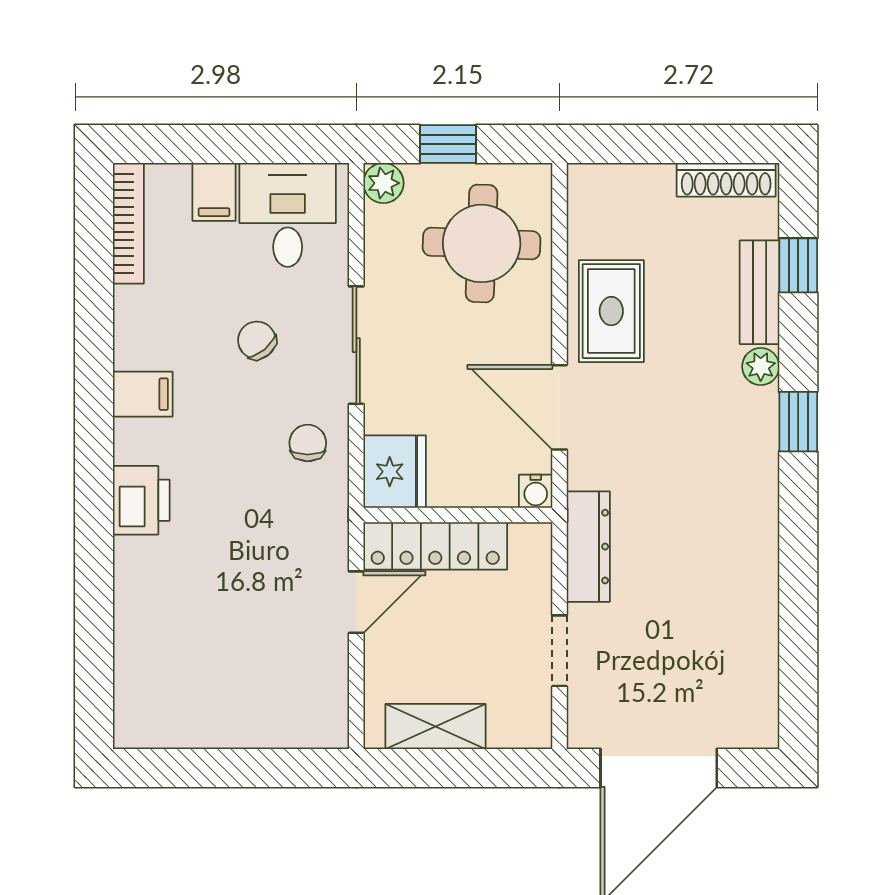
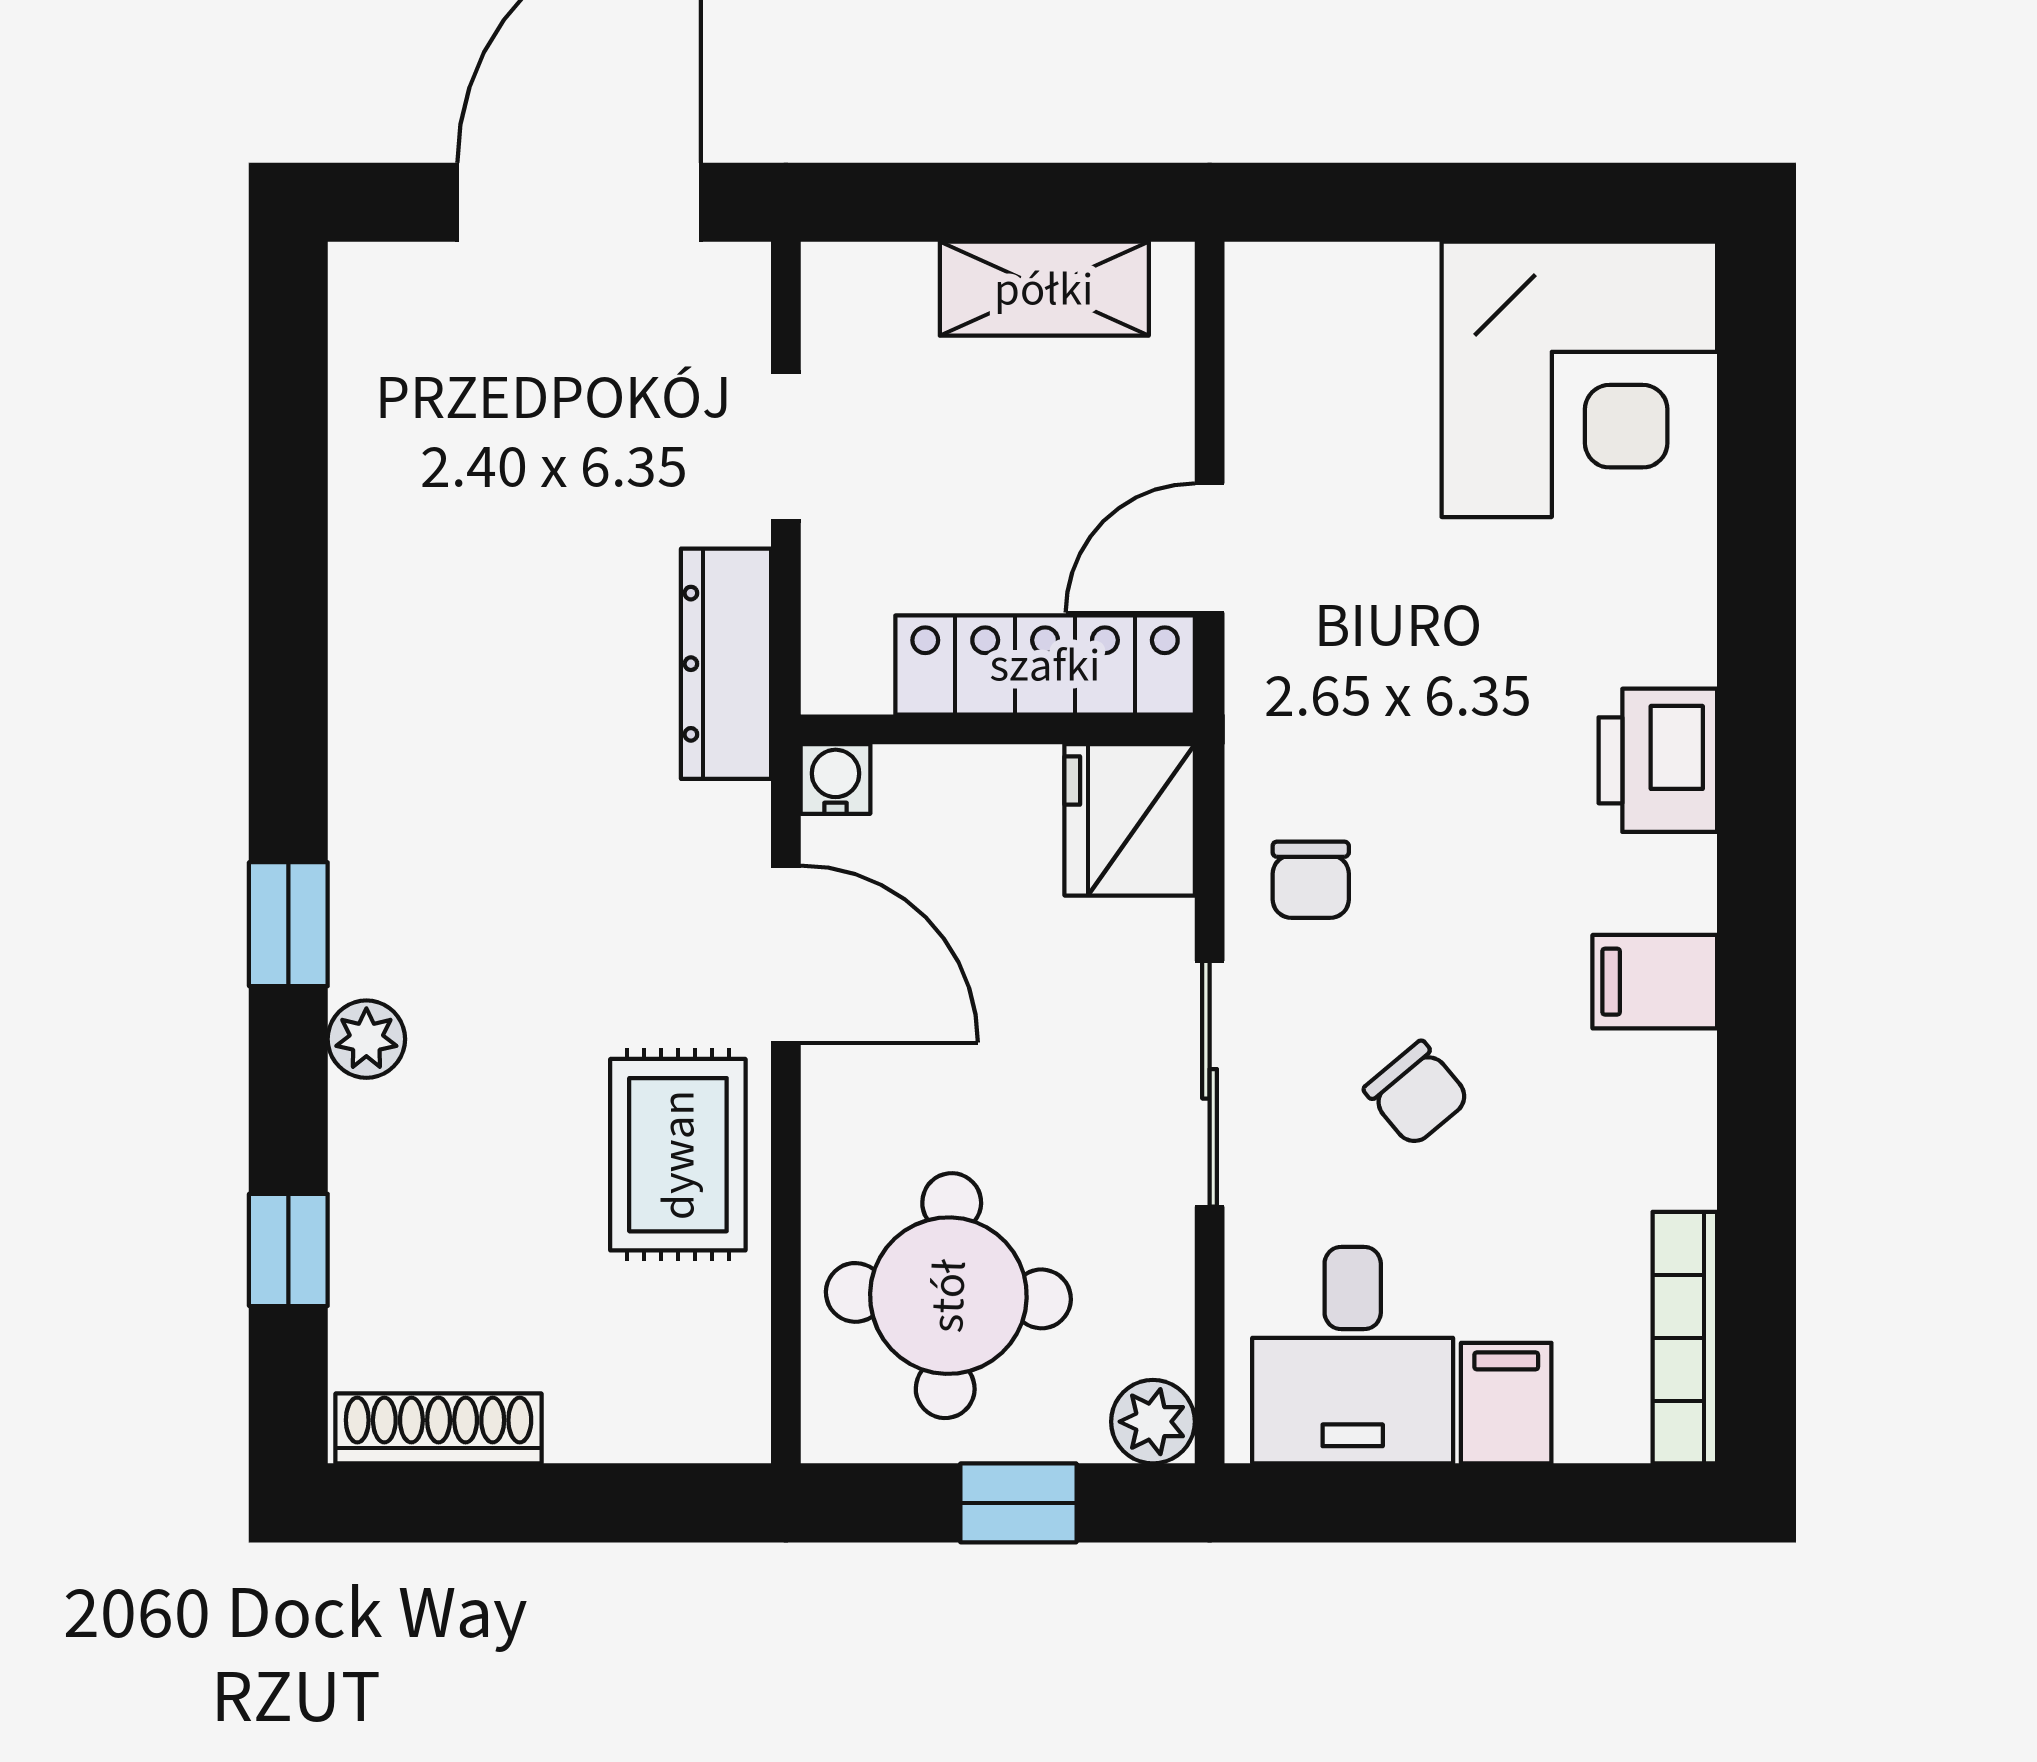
bench: (759, 292) -> (369, 1194), removed
corner desk: (179, 683) -> (1579, 379), added

